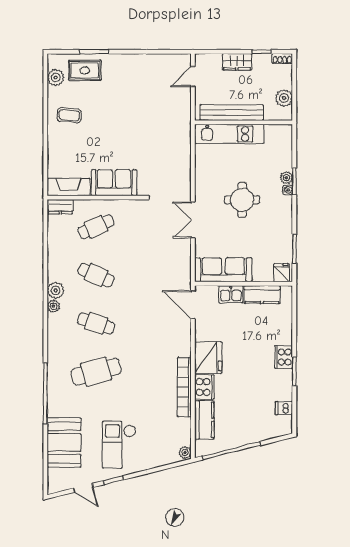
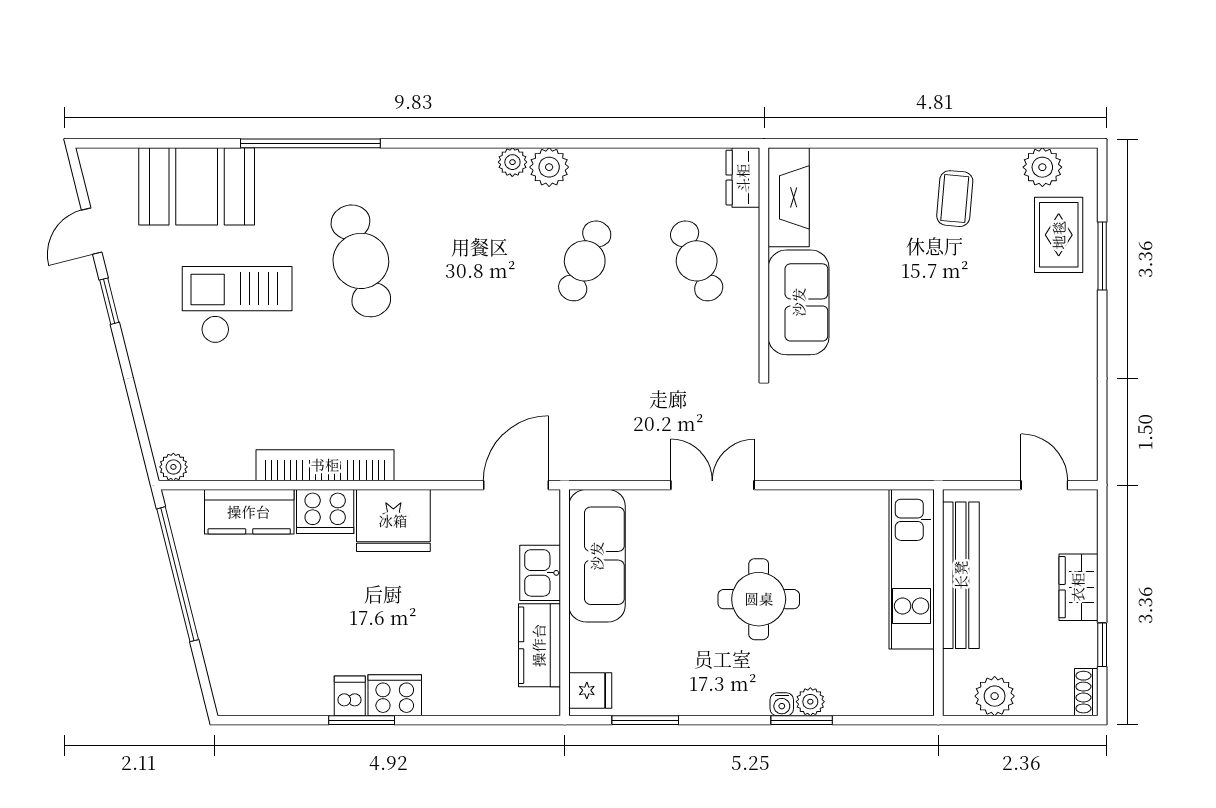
cafe table: (96, 323) -> (473, 261), removed
dishwasher: (284, 408) -> (350, 696), moved
checkout: (119, 445) -> (237, 305), moved

